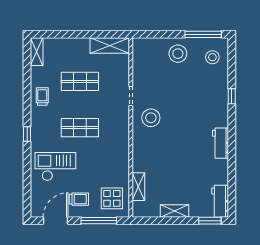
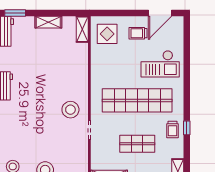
shop shelf: (80, 128) -> (137, 100), width x2.00, depth x1.36
window: (27, 134) -> (187, 128), moved
shelving: (138, 187) -> (82, 29), moved
window: (99, 221) -> (119, 13), removed

